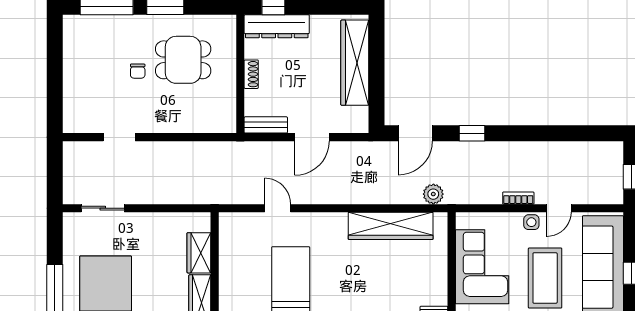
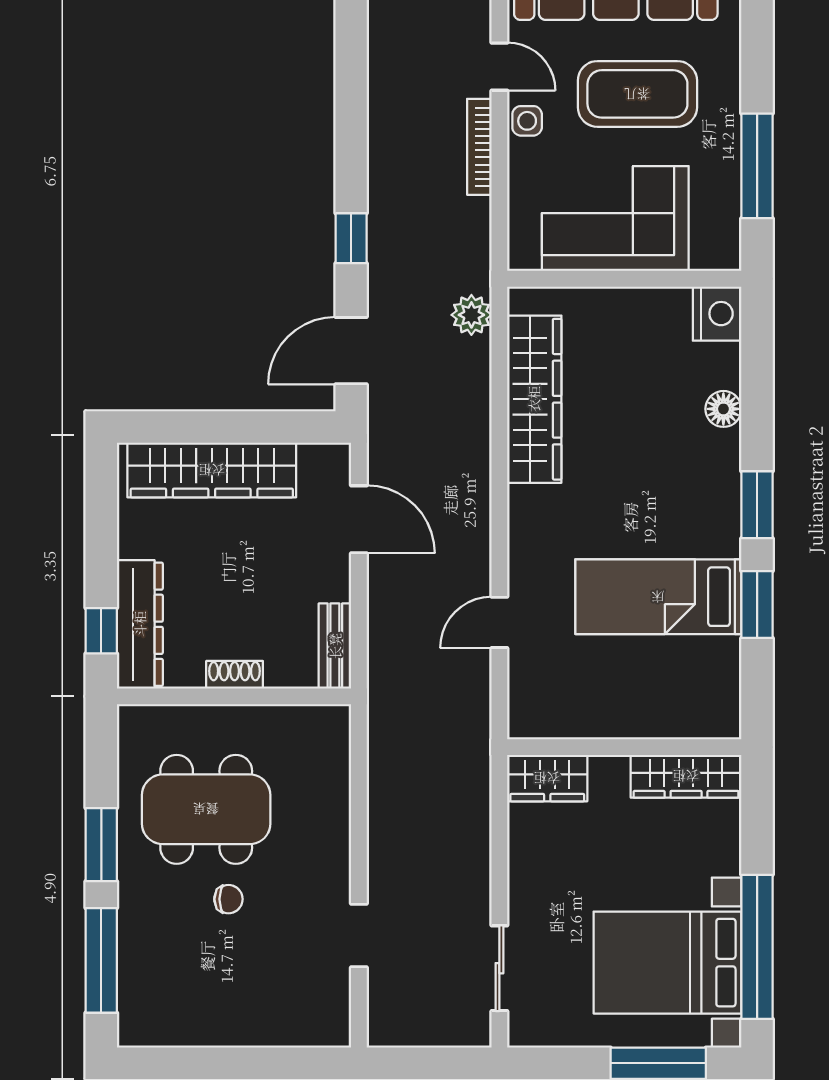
dining table: (183, 60) -> (206, 809), width x1.37
door: (415, 133) -> (351, 351), swing flipped
door: (312, 137) -> (359, 519), moved
bookcase: (518, 198) -> (479, 147), width x1.56
wardrobe: (199, 253) -> (547, 778), moved

